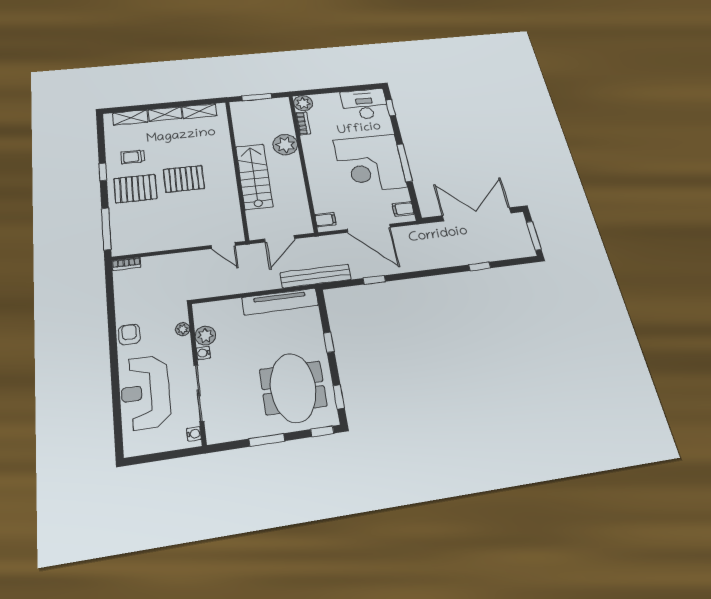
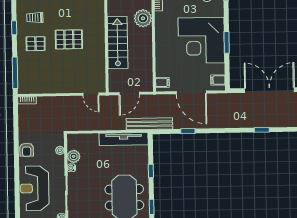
window: (405, 163) -> (227, 42), width x0.69
pallet: (135, 189) -> (36, 44), width x0.67, depth x0.71
armchair: (129, 335) -> (27, 150), turned 180

